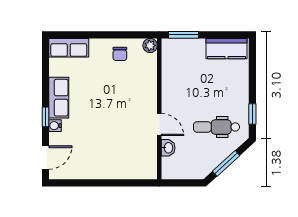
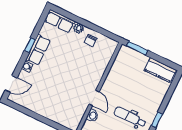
plant: (150, 45) -> (79, 28), moved
window: (46, 117) -> (30, 45), moved

